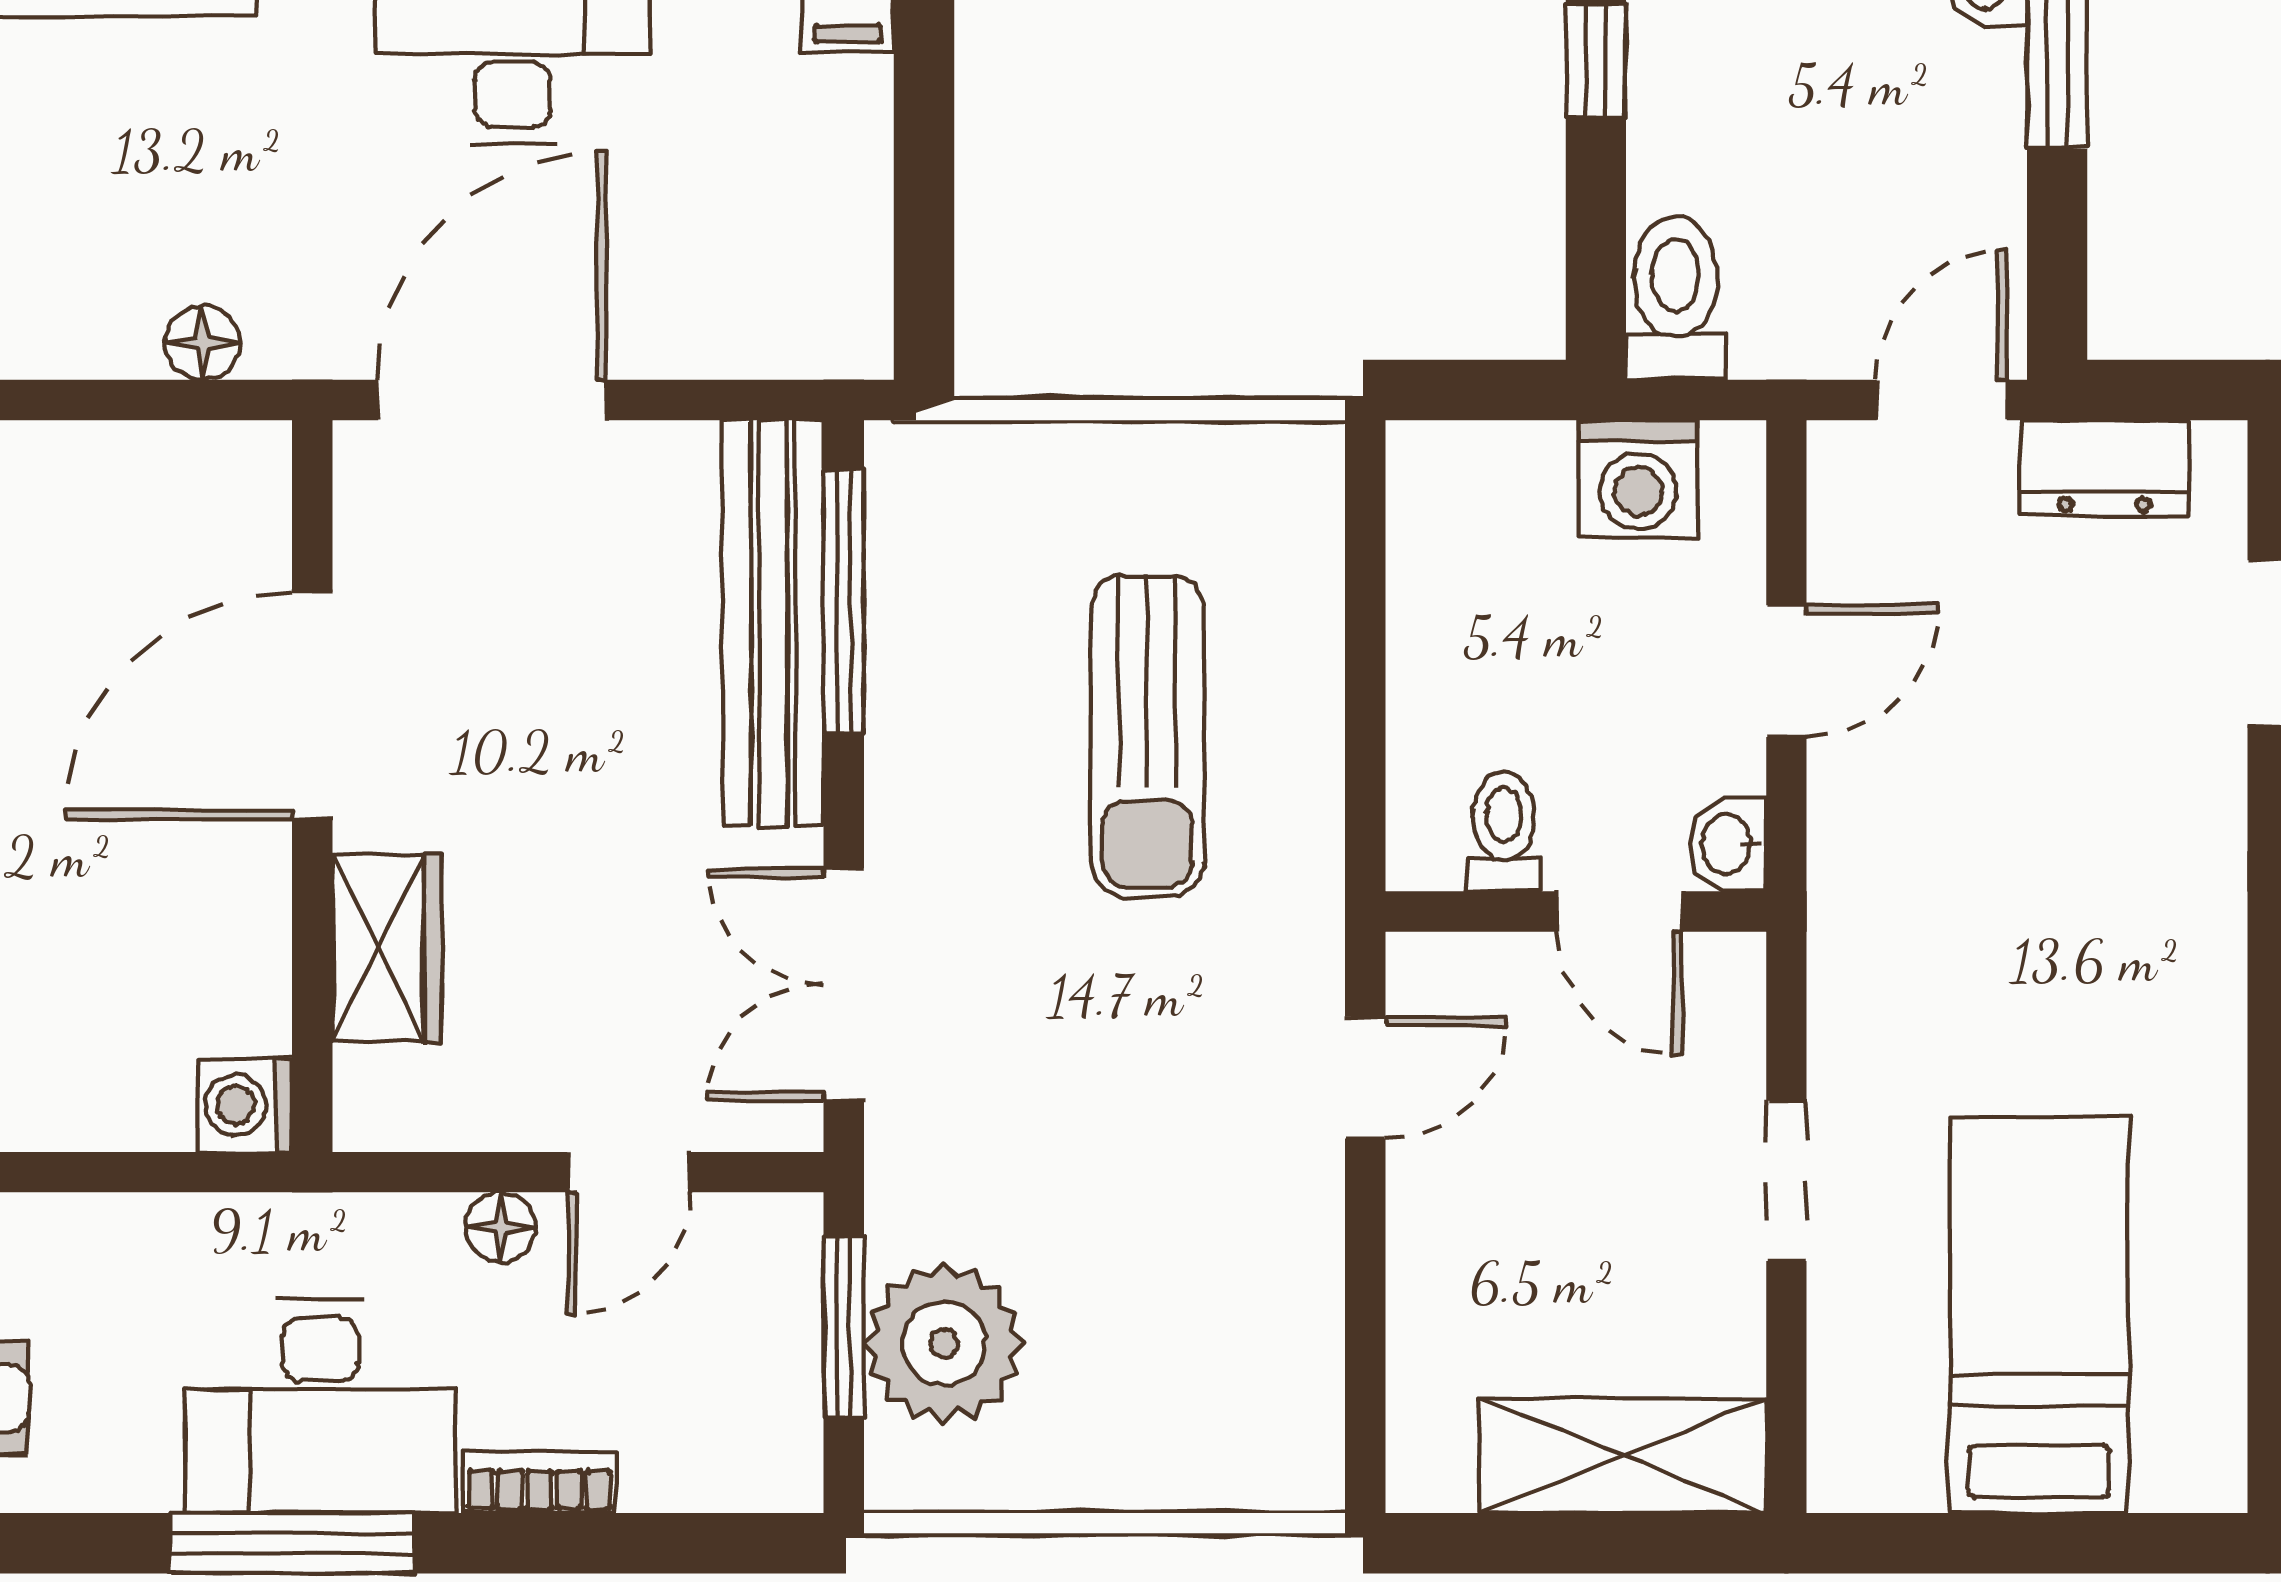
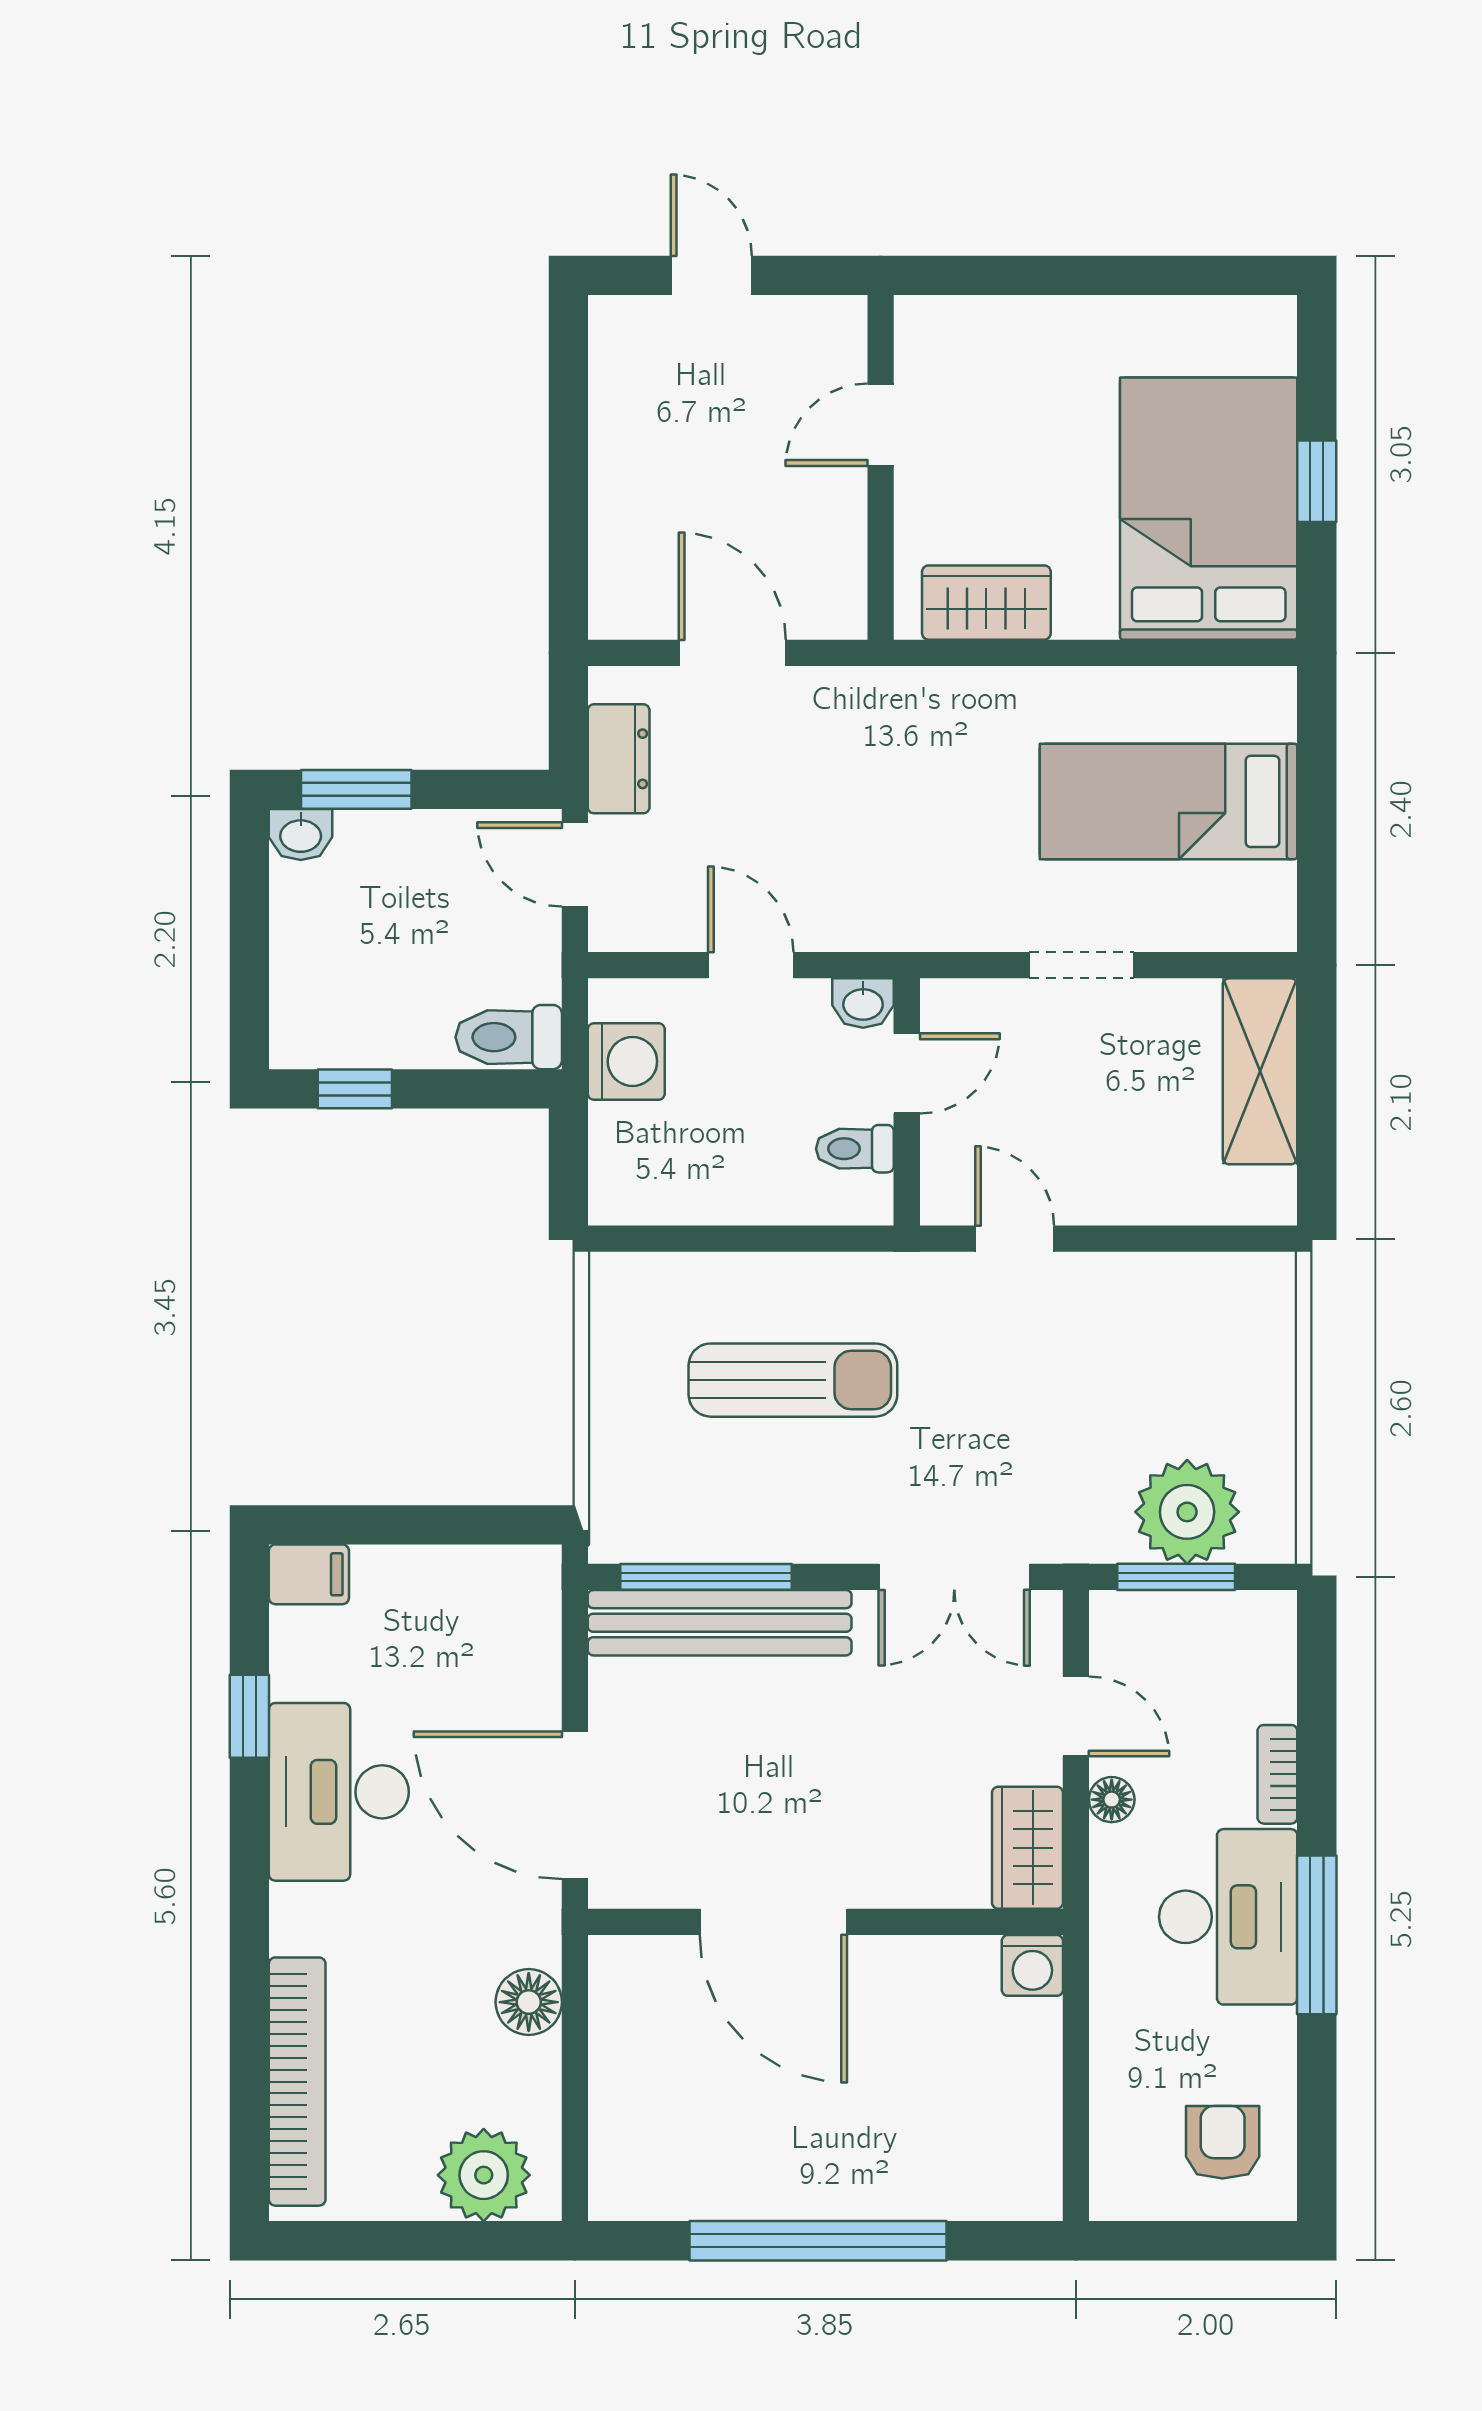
floor lamp: (203, 343) -> (529, 2002), width x1.37, depth x1.37
wardrobe: (387, 948) -> (1027, 1848), moved, turned -90

